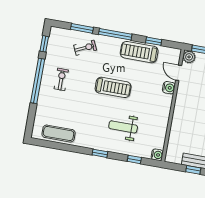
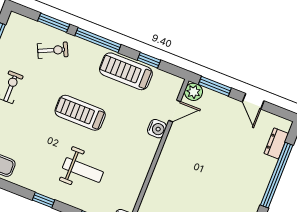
door: (179, 73) -> (175, 111), swing flipped
treadmill: (113, 87) -> (80, 113), turned 180
weight bench: (123, 127) -> (83, 170), turned 180

